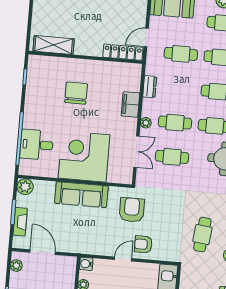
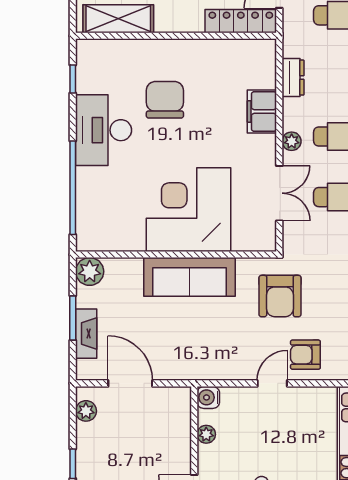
desk: (37, 145) -> (104, 130), moved, width x1.37
armchair: (132, 210) -> (280, 296), turned 180

